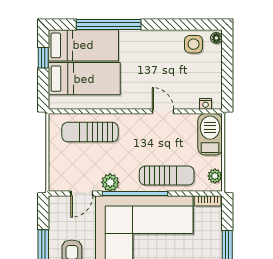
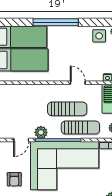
window: (109, 25) -> (56, 22), moved
sun lounger: (90, 132) -> (67, 109), moved, turned 180

